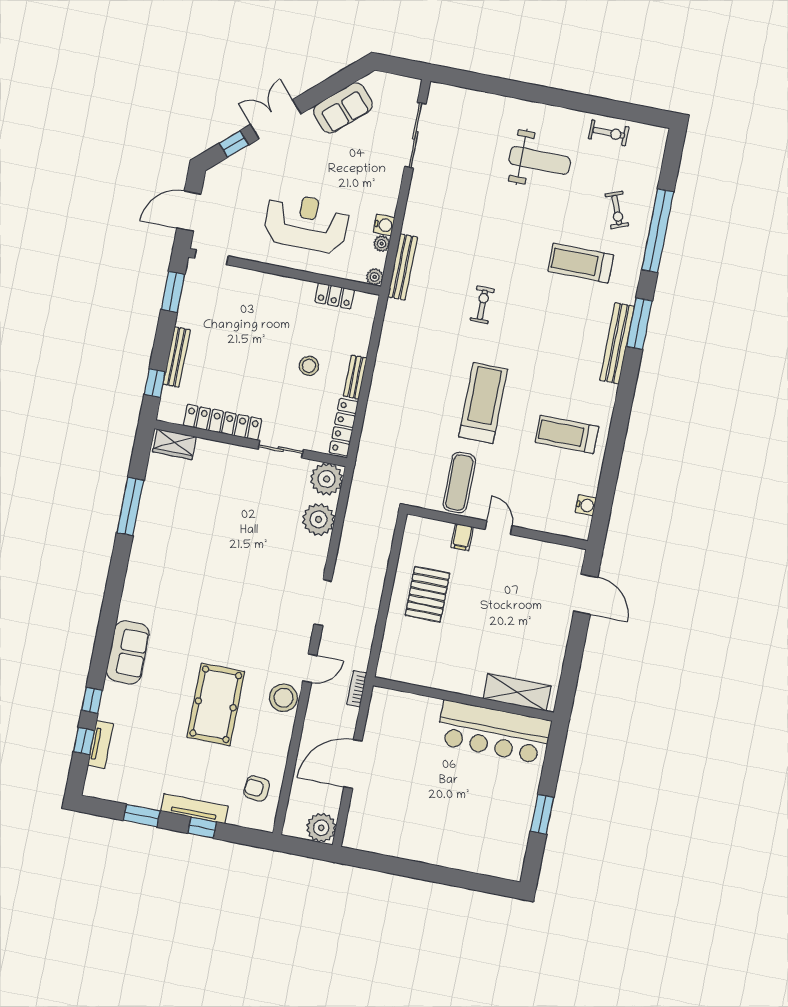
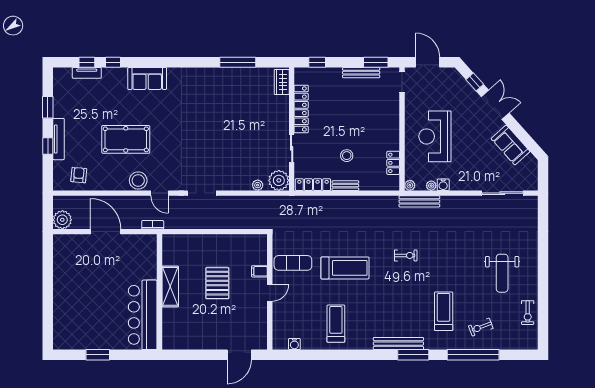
reception desk: (306, 223) -> (435, 136), turned 180
bench: (177, 357) -> (361, 73), moved
plant: (319, 519) -> (258, 185), width x0.53, depth x0.53
pallet: (427, 594) -> (217, 283), moved, turned 90
shelving: (517, 692) -> (170, 286), moved

